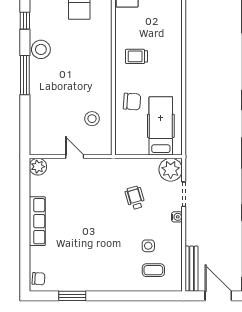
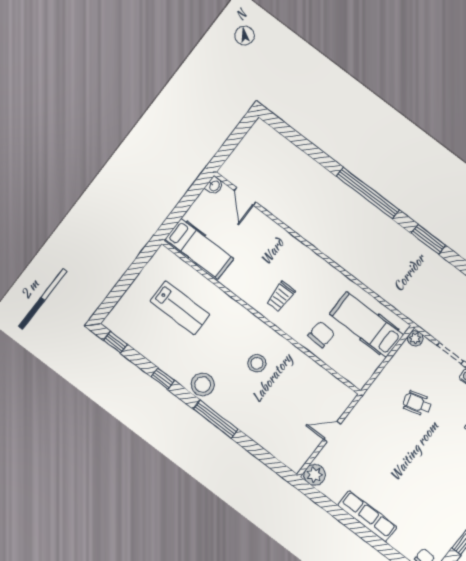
stool: (92, 119) -> (257, 363), moved
plant: (171, 170) -> (415, 338), width x0.53, depth x0.53

